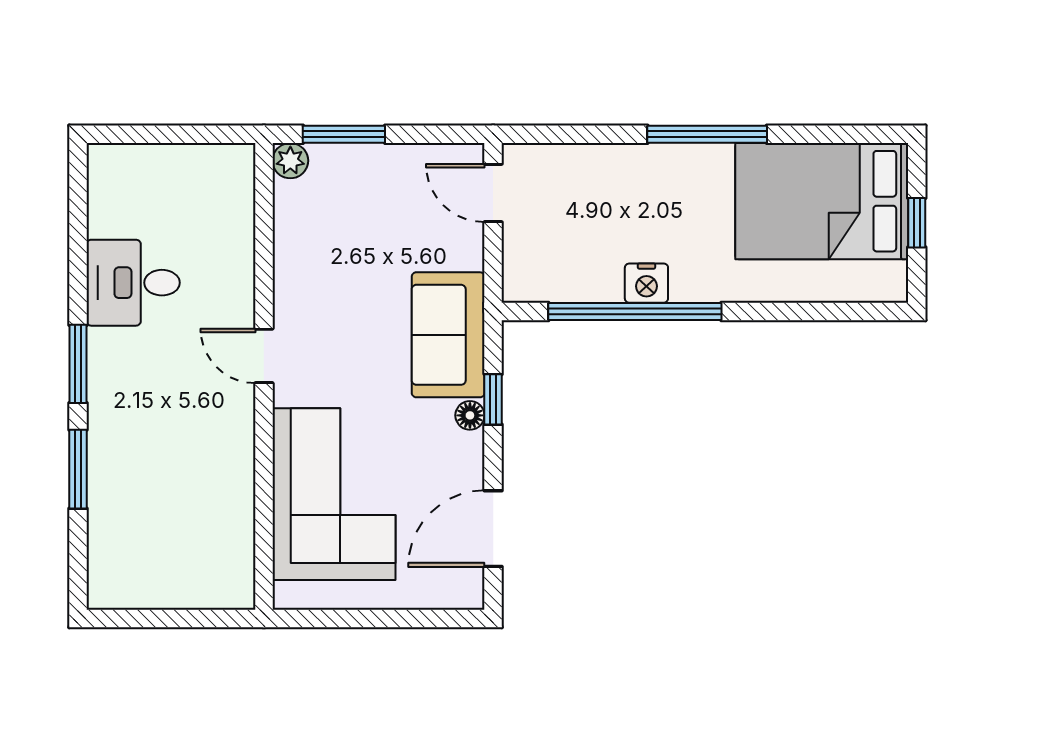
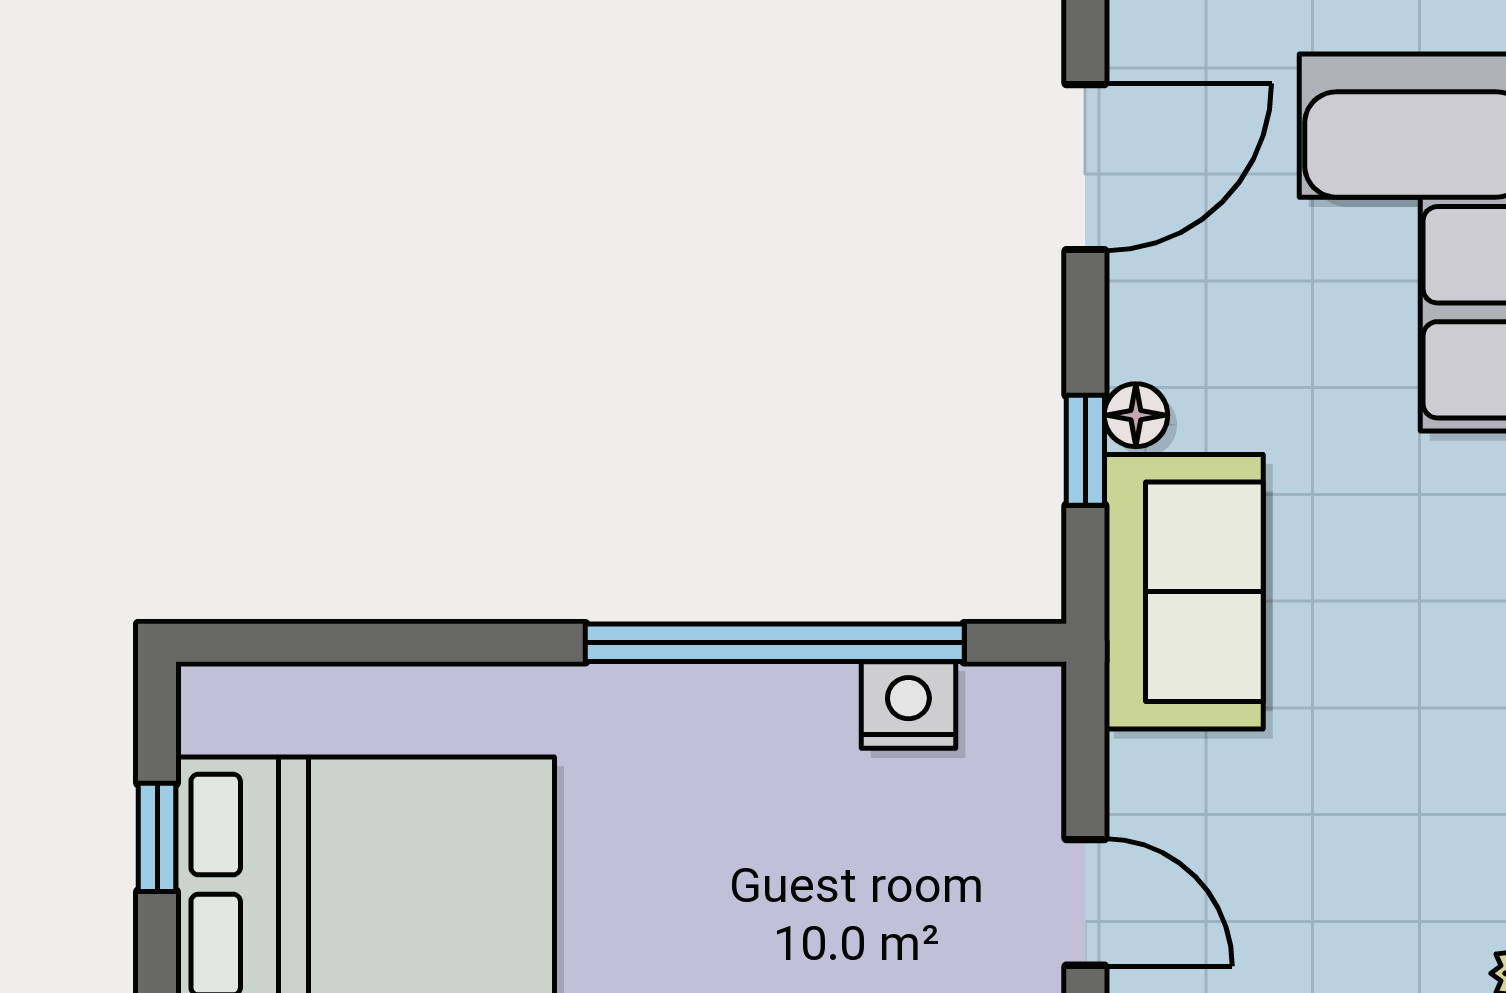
nightstand: (646, 283) -> (908, 705), moved

